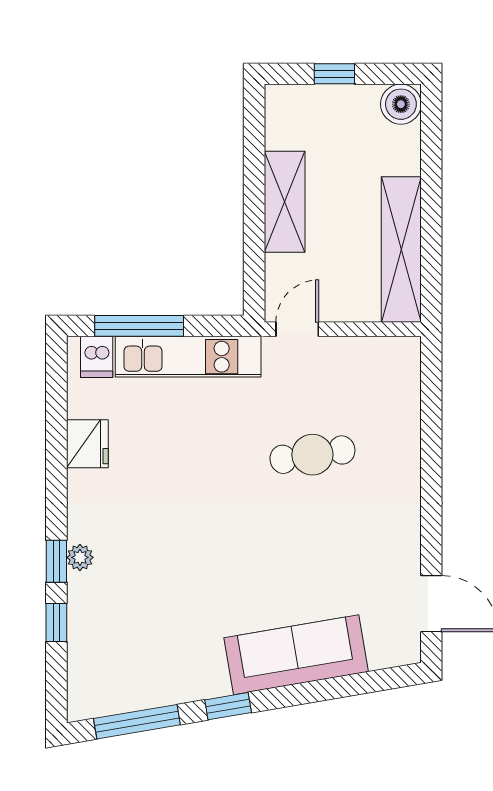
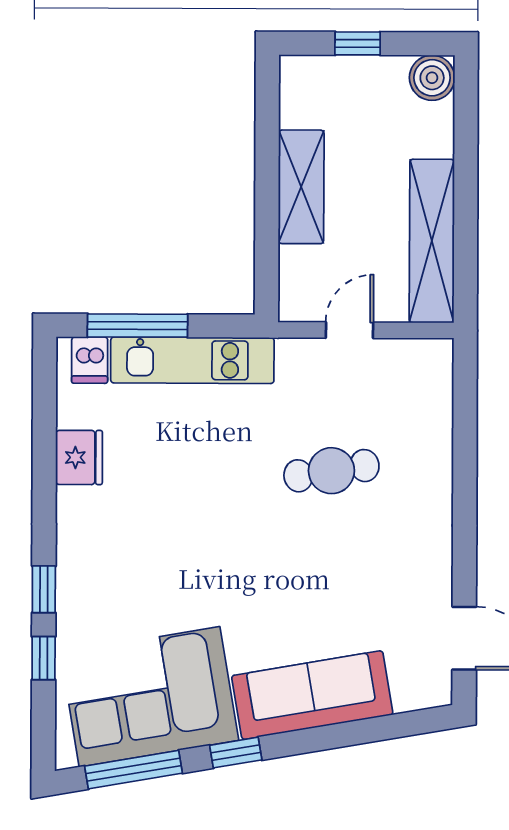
door: (297, 329) -> (349, 330), moved
plant: (80, 557) -> (70, 585), removed
corner sofa: (151, 657) -> (150, 697), added

